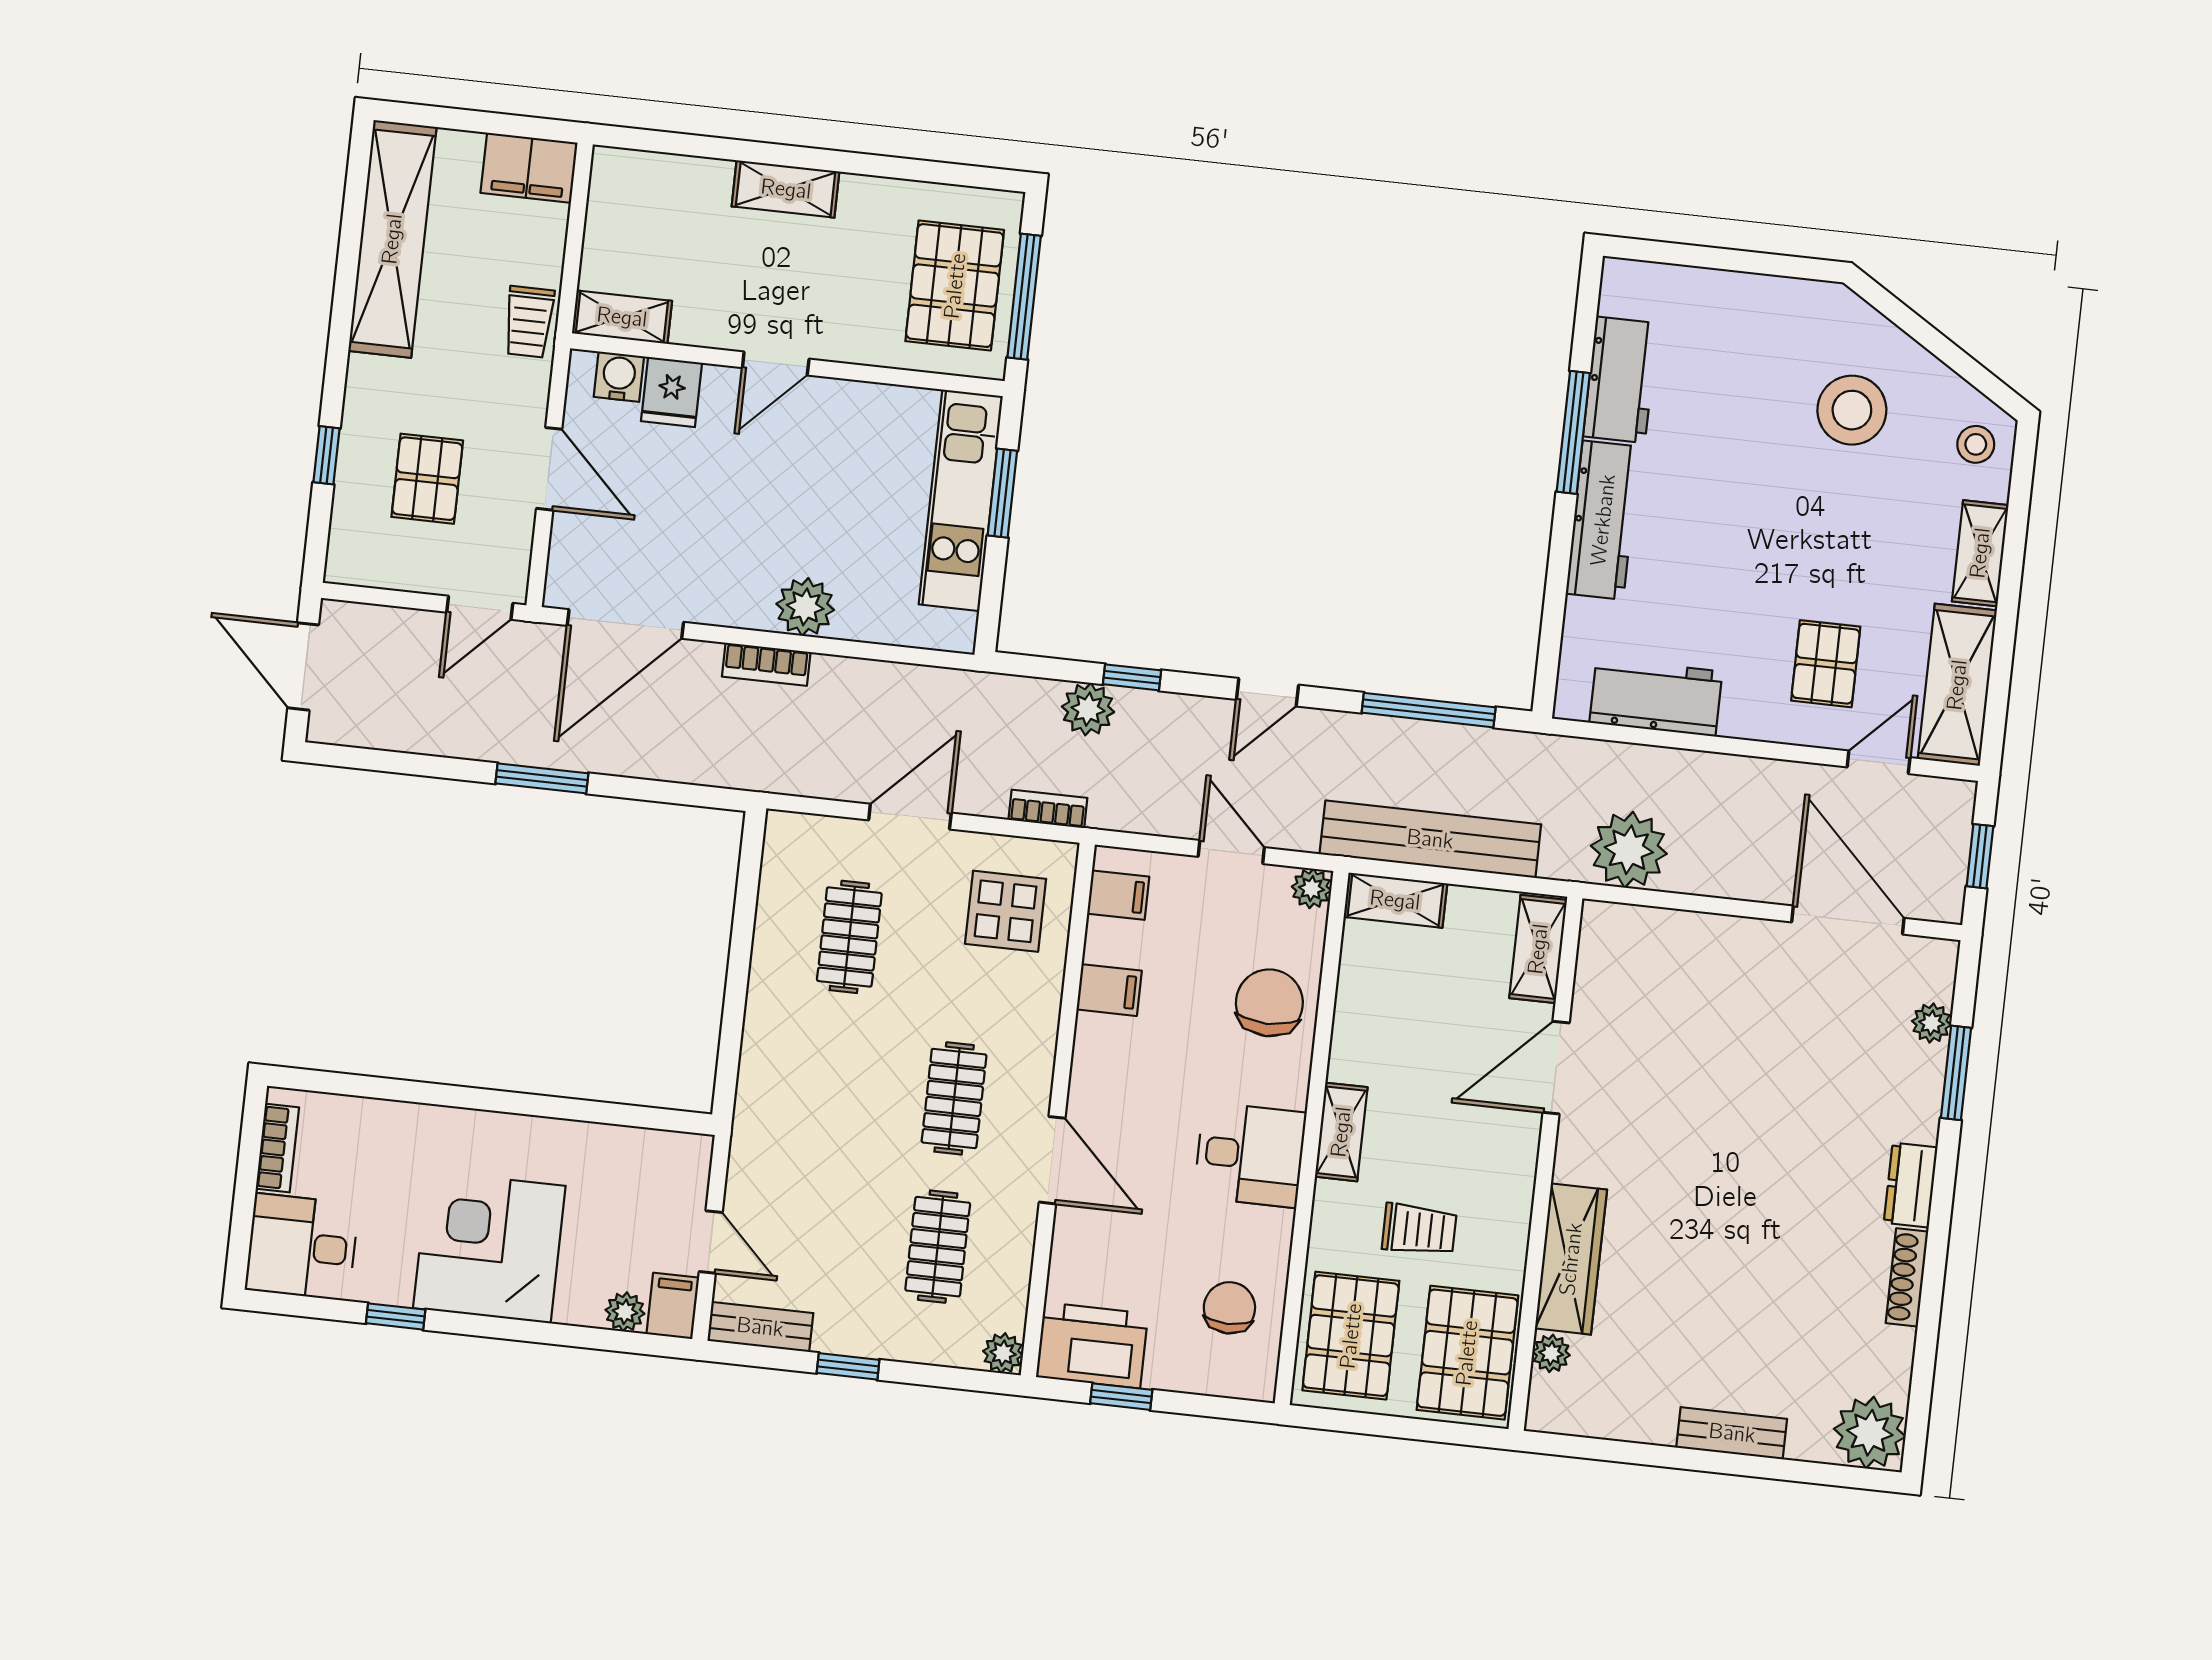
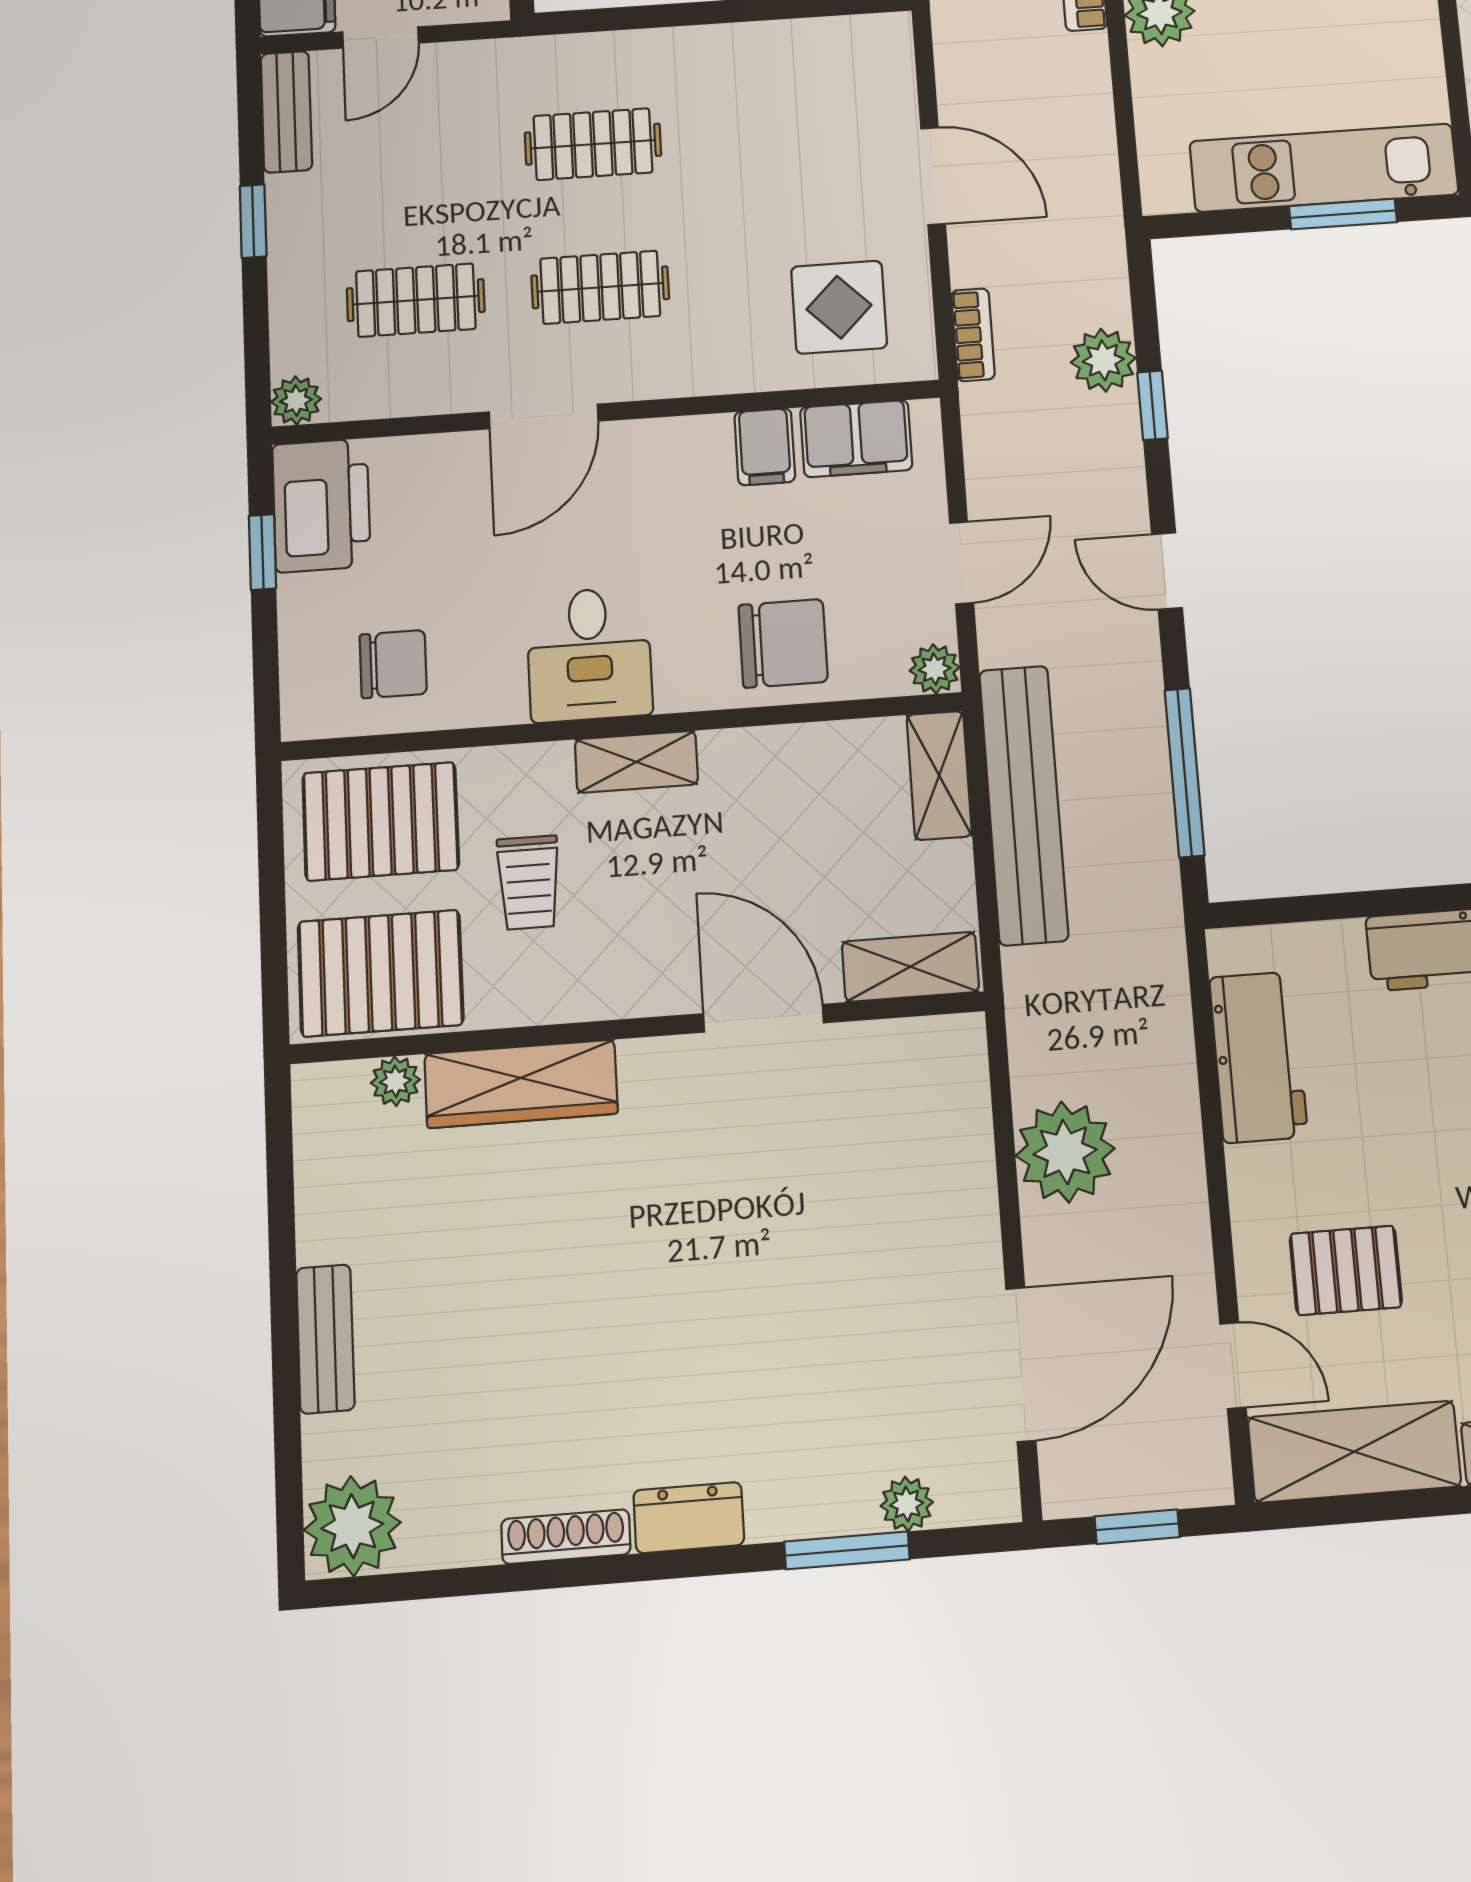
plant: (1629, 850) -> (1065, 1152), moved
filing cabinet: (1118, 895) -> (856, 439), width x2.00
clothes rail: (849, 937) -> (593, 144), moved

